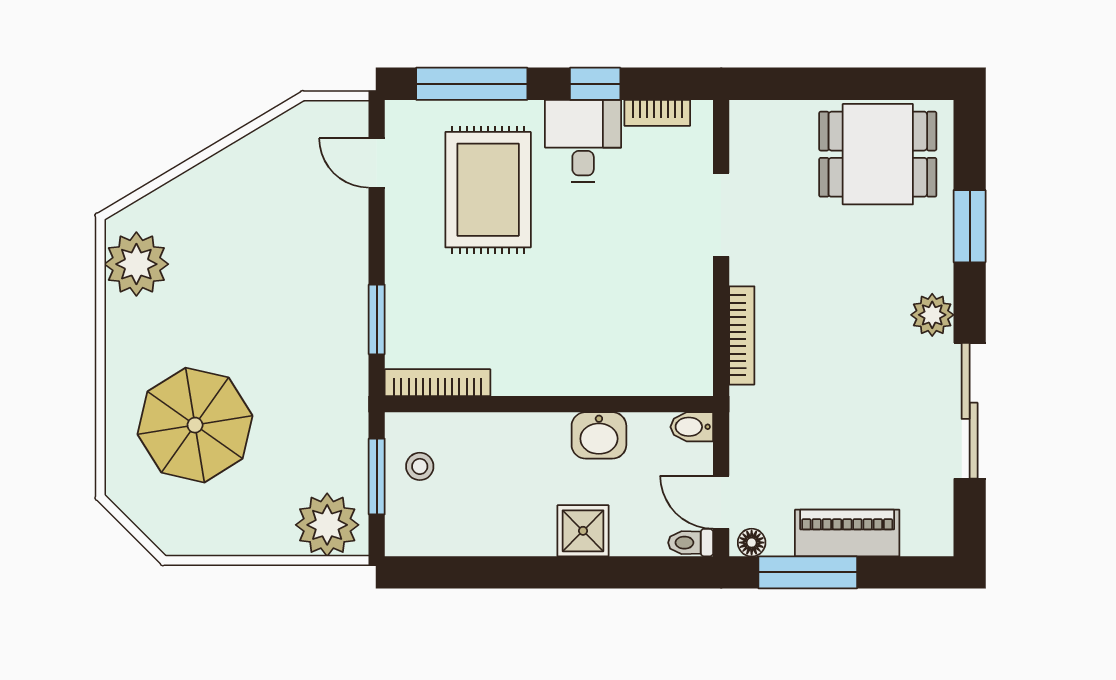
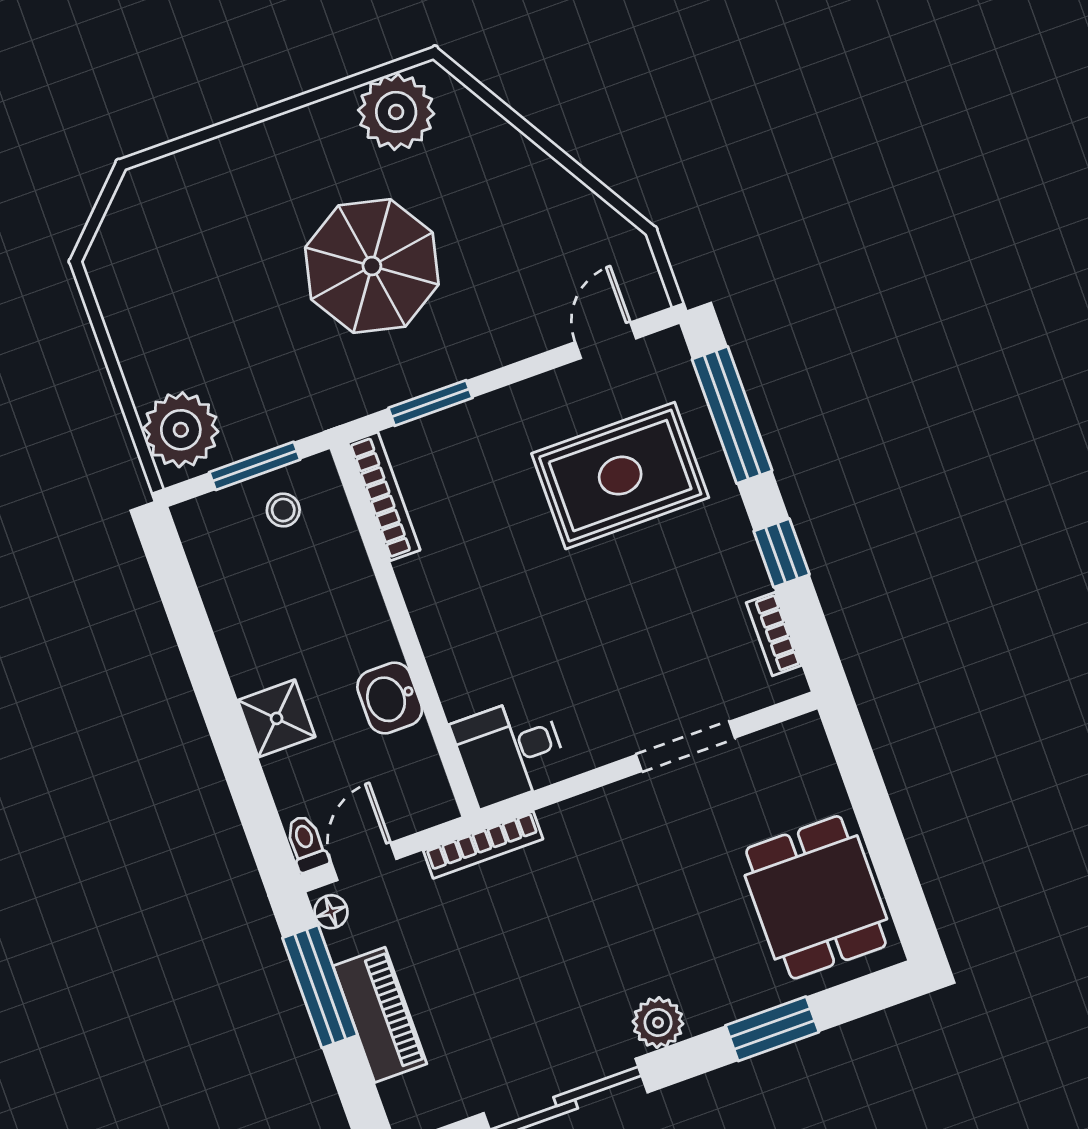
desk: (583, 141) -> (510, 751), moved, turned 180
bookcase: (742, 335) -> (483, 845), moved
parasol: (195, 425) -> (372, 266), moved
bidet: (692, 427) -> (437, 798), removed

